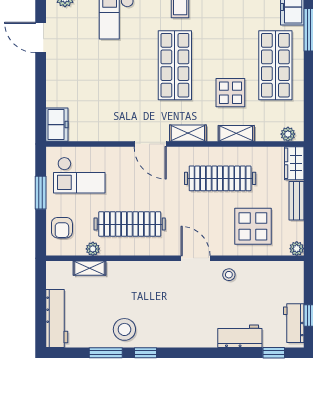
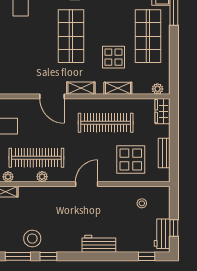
bench: (297, 201) -> (164, 153), moved
plant: (297, 249) -> (42, 177), moved
door: (195, 258) -> (87, 184), hinge flipped
stool: (229, 275) -> (142, 203), moved
workbench: (240, 336) -> (99, 244), moved

